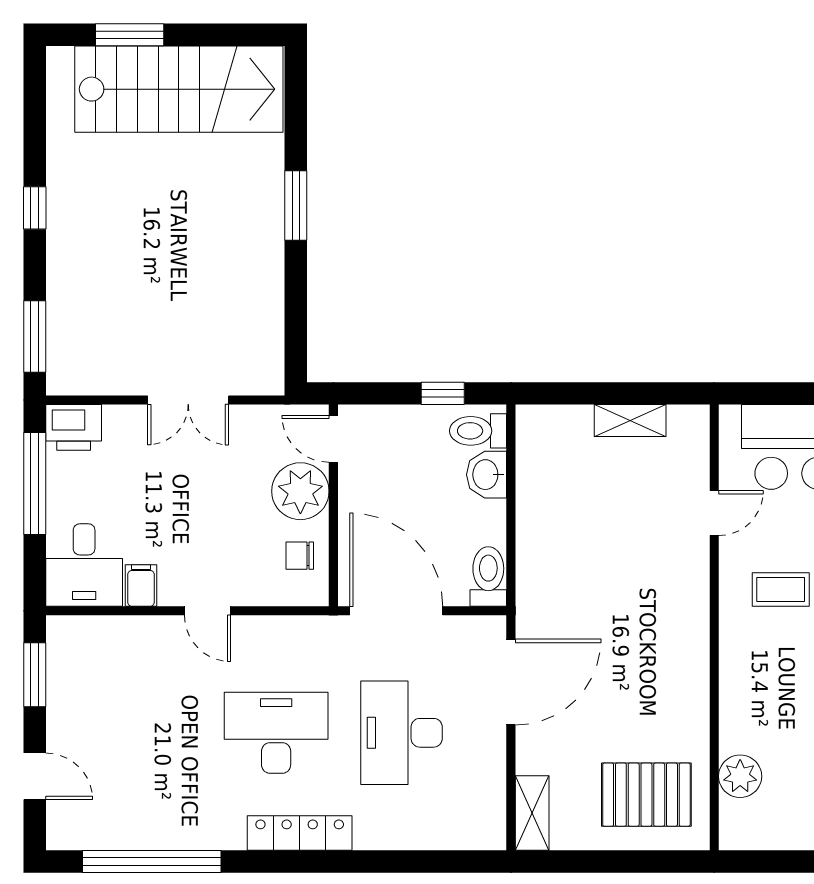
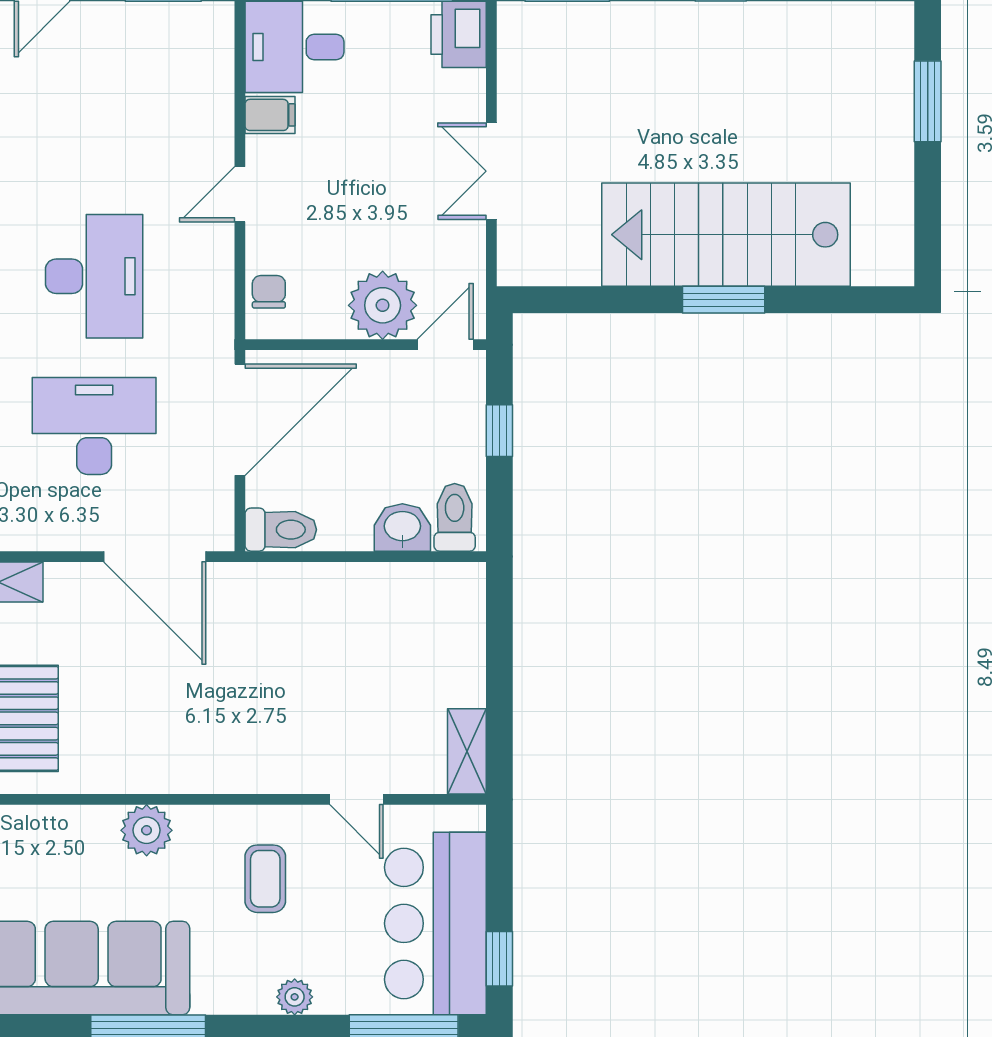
stairs: (179, 89) -> (726, 235), moved, turned 90
window: (443, 393) -> (499, 431), moved
shelving: (630, 421) -> (467, 751), moved
chair: (300, 556) -> (269, 292), moved
plant: (740, 776) -> (147, 830), moved

